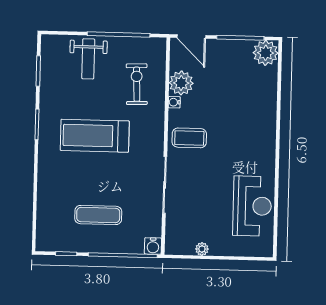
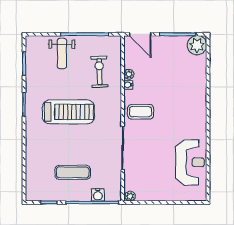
plant: (181, 83) -> (129, 74), width x0.53, depth x0.53
treadmill: (95, 136) -> (68, 112), turned 180
water cooler: (153, 246) -> (98, 195), moved
plant: (202, 249) -> (130, 196), moved

